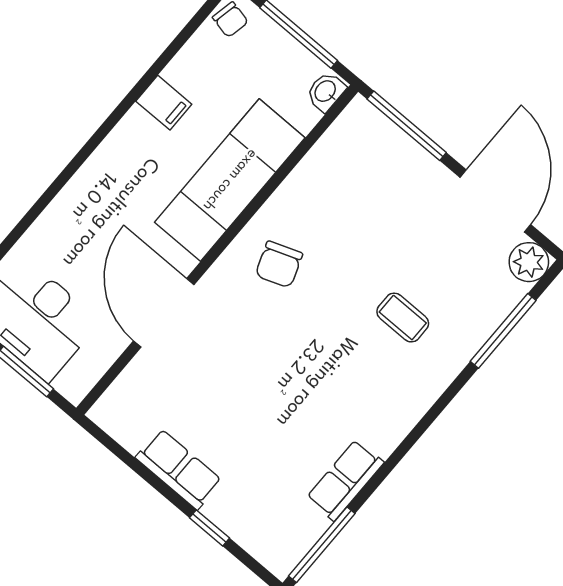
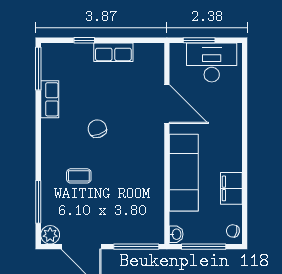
filing cabinet: (164, 103) -> (231, 188), width x2.00
chair: (279, 264) -> (97, 129), moved

